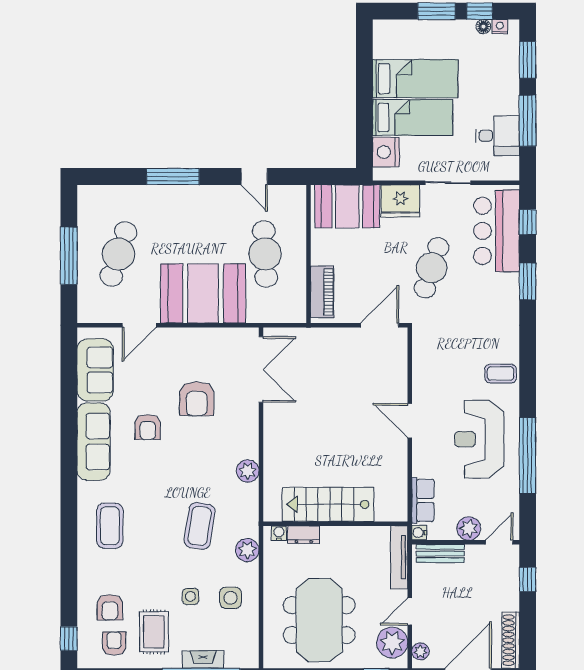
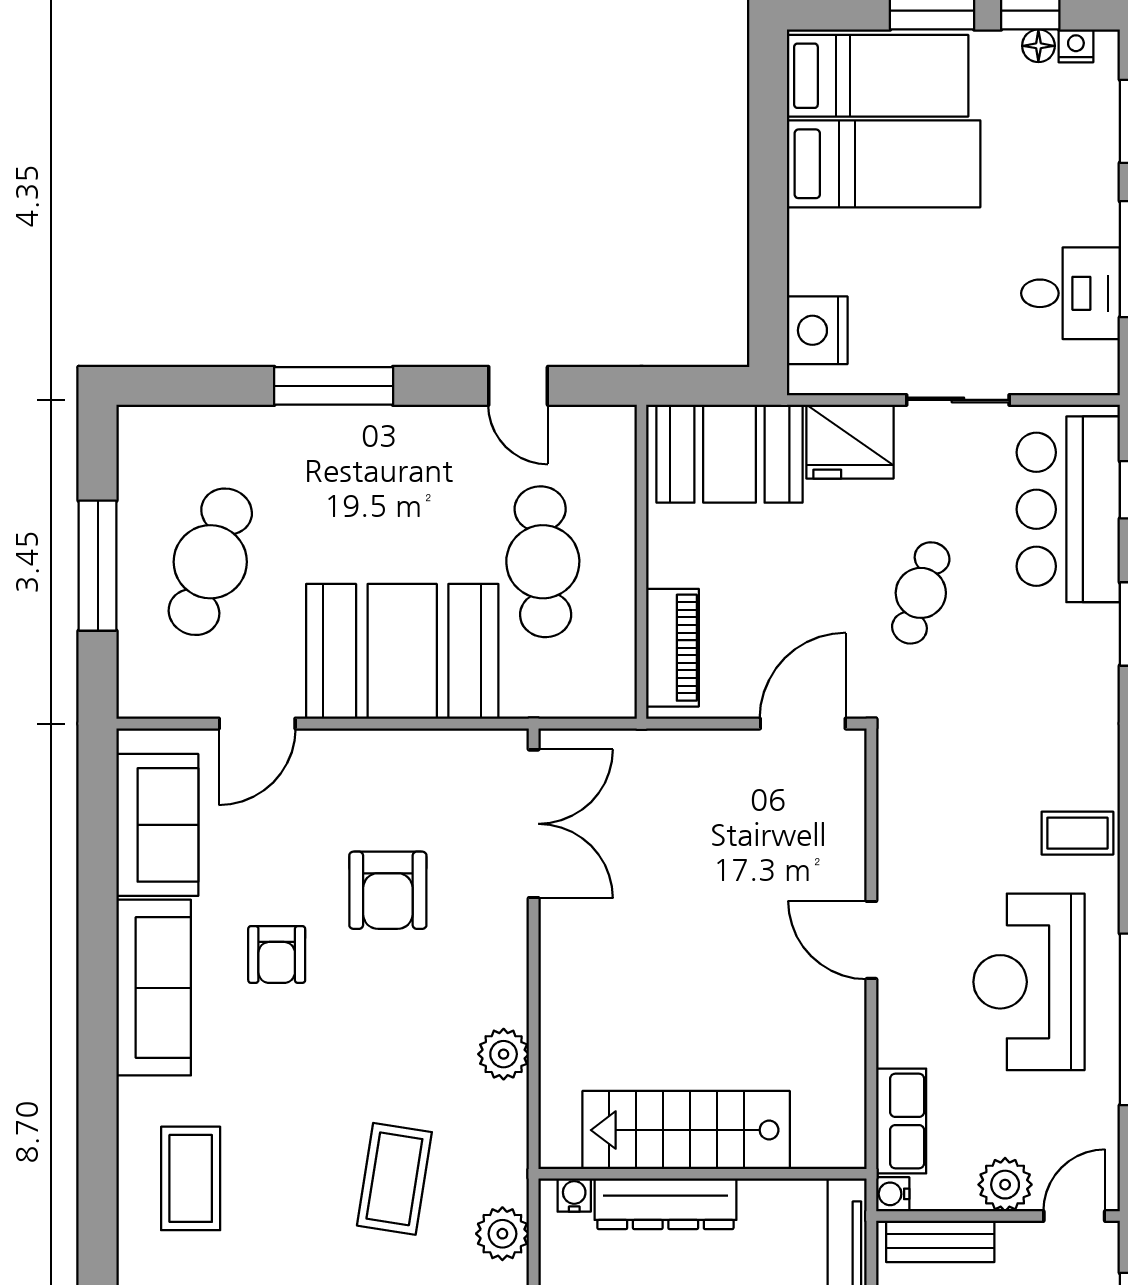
bed: (413, 117) -> (878, 76), moved
cafe table: (432, 268) -> (921, 593), width x0.73, depth x0.74
dresser: (304, 535) -> (665, 1204), width x1.96, depth x1.24

